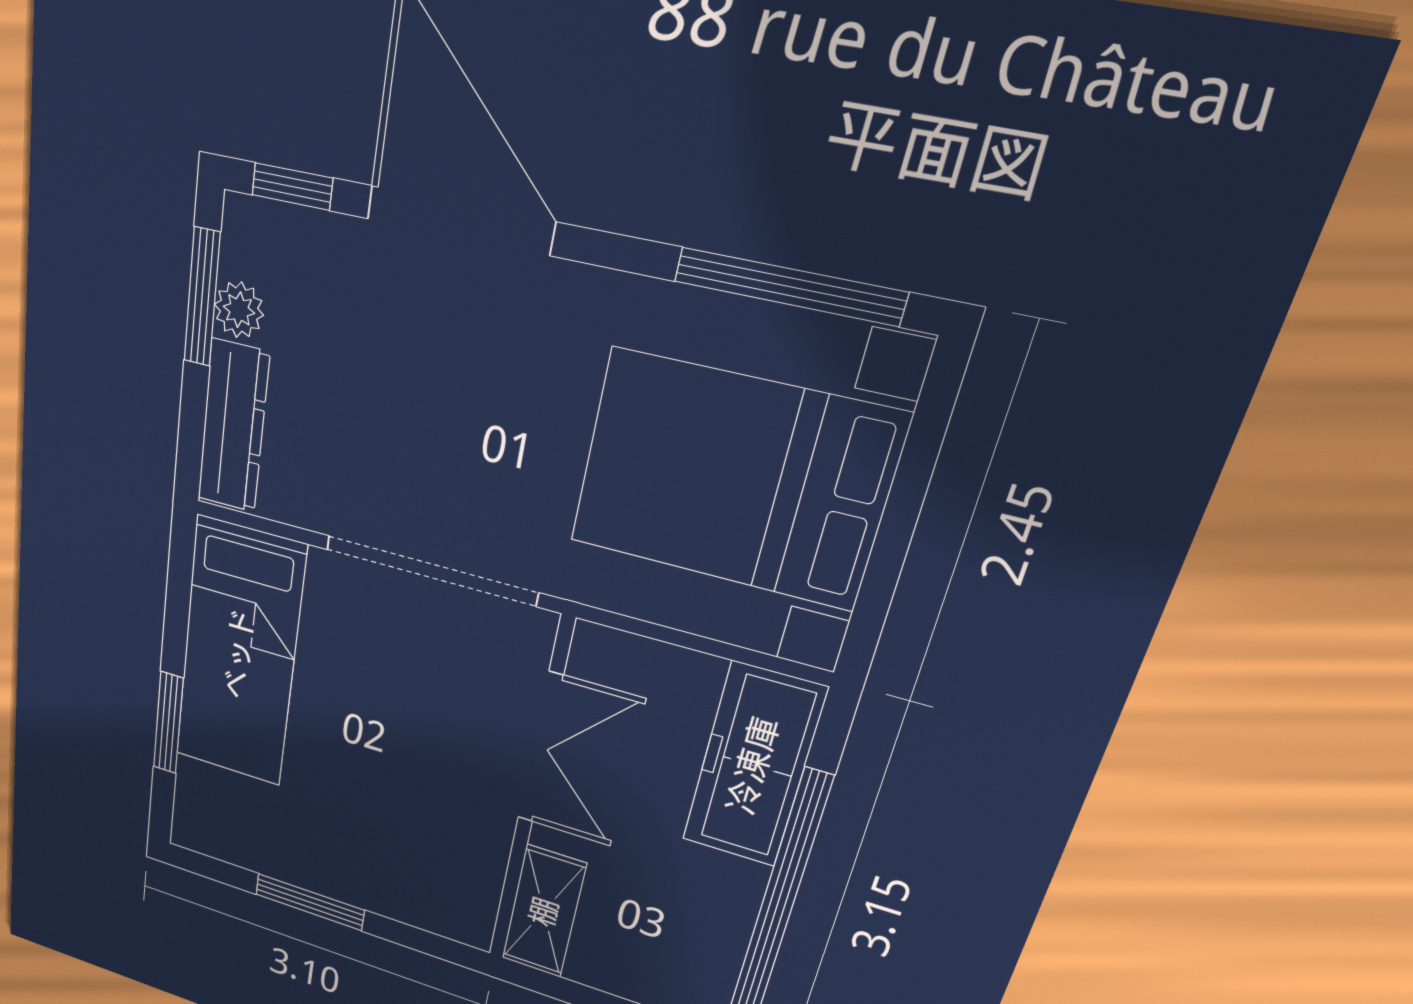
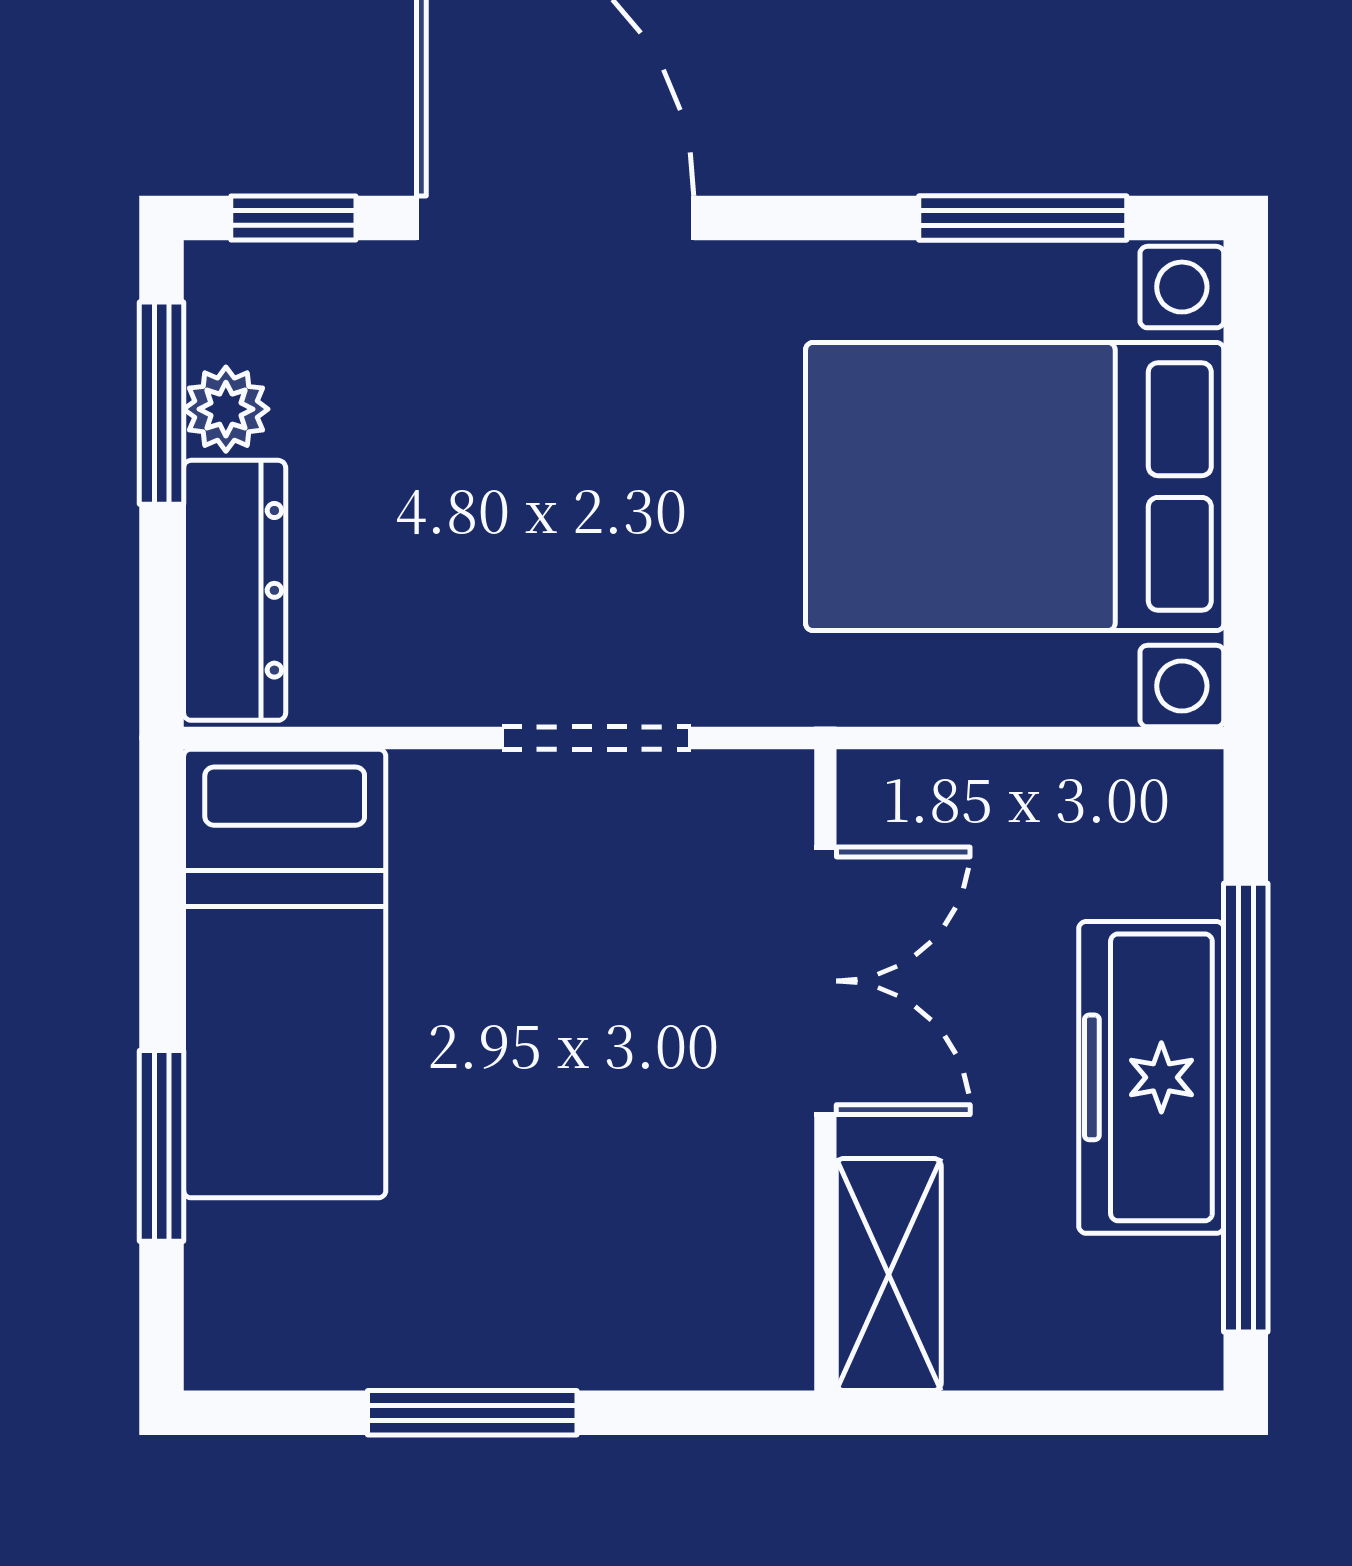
window: (789, 287) -> (1023, 218), width x0.69
doorway: (431, 571) -> (596, 738), width x0.53
freezer: (753, 765) -> (1151, 1077), moved

